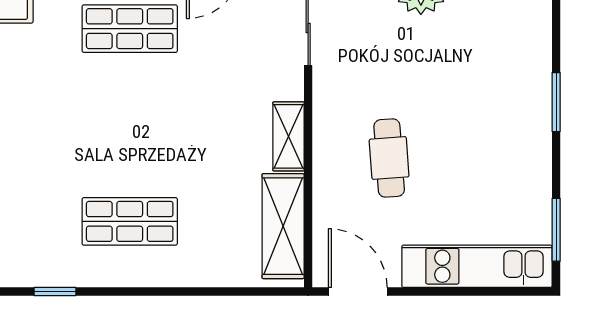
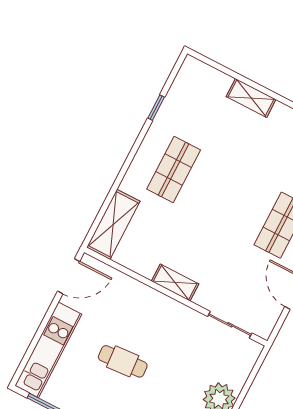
cafe table: (389, 158) -> (123, 361), moved
shelving: (283, 226) -> (113, 224), moved, turned 90

